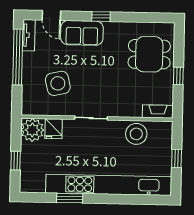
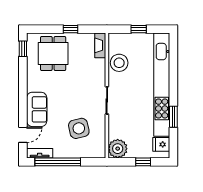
window: (101, 17) -> (23, 49), moved
fridge: (54, 129) -> (161, 144), moved, turned 180

